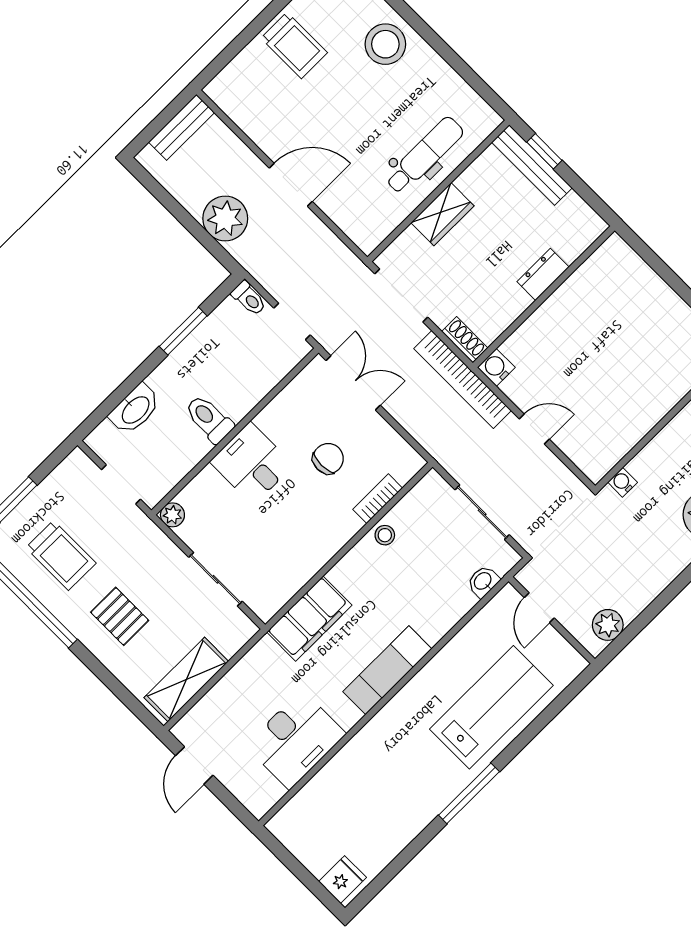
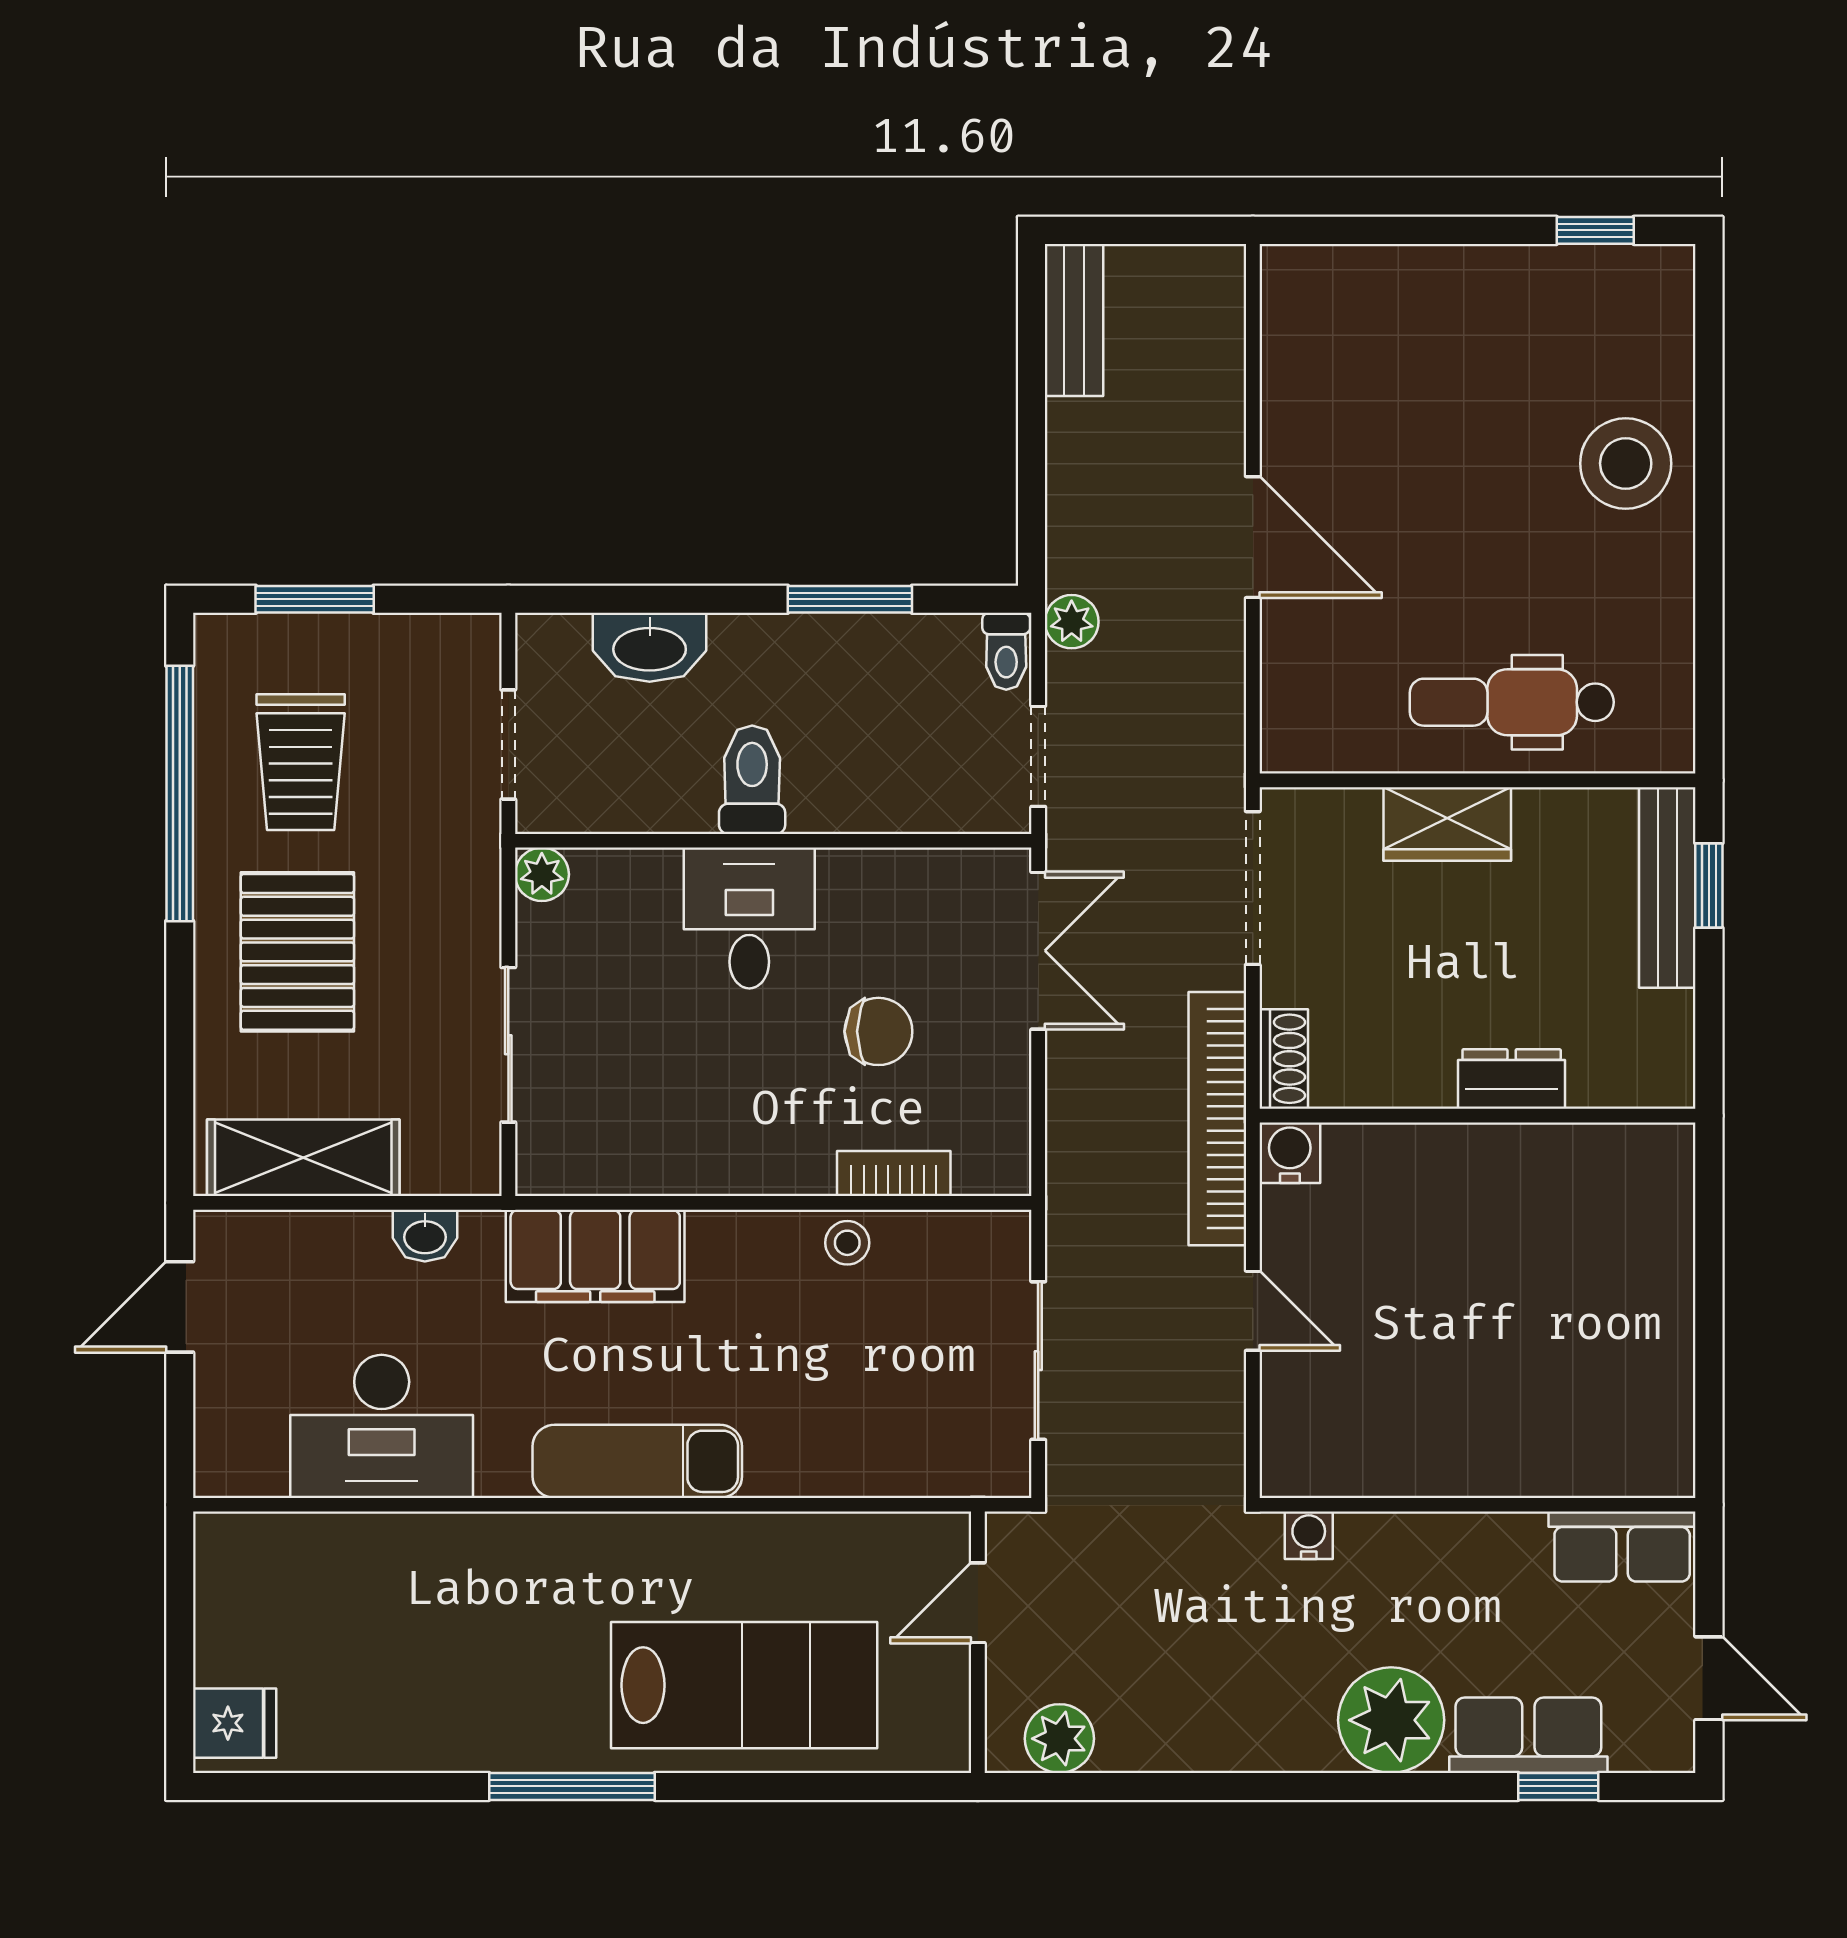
trolley: (294, 45) -> (1479, 321), removed
bench: (182, 127) -> (1074, 320), moved, turned 90
dental chair: (425, 155) -> (1512, 702), turned 180
plant: (225, 219) -> (1072, 622), moved, width x0.53, depth x0.53
washbasin: (483, 581) -> (425, 1236), moved, turned 180
pallet: (120, 616) -> (297, 952), width x1.50, depth x1.42

